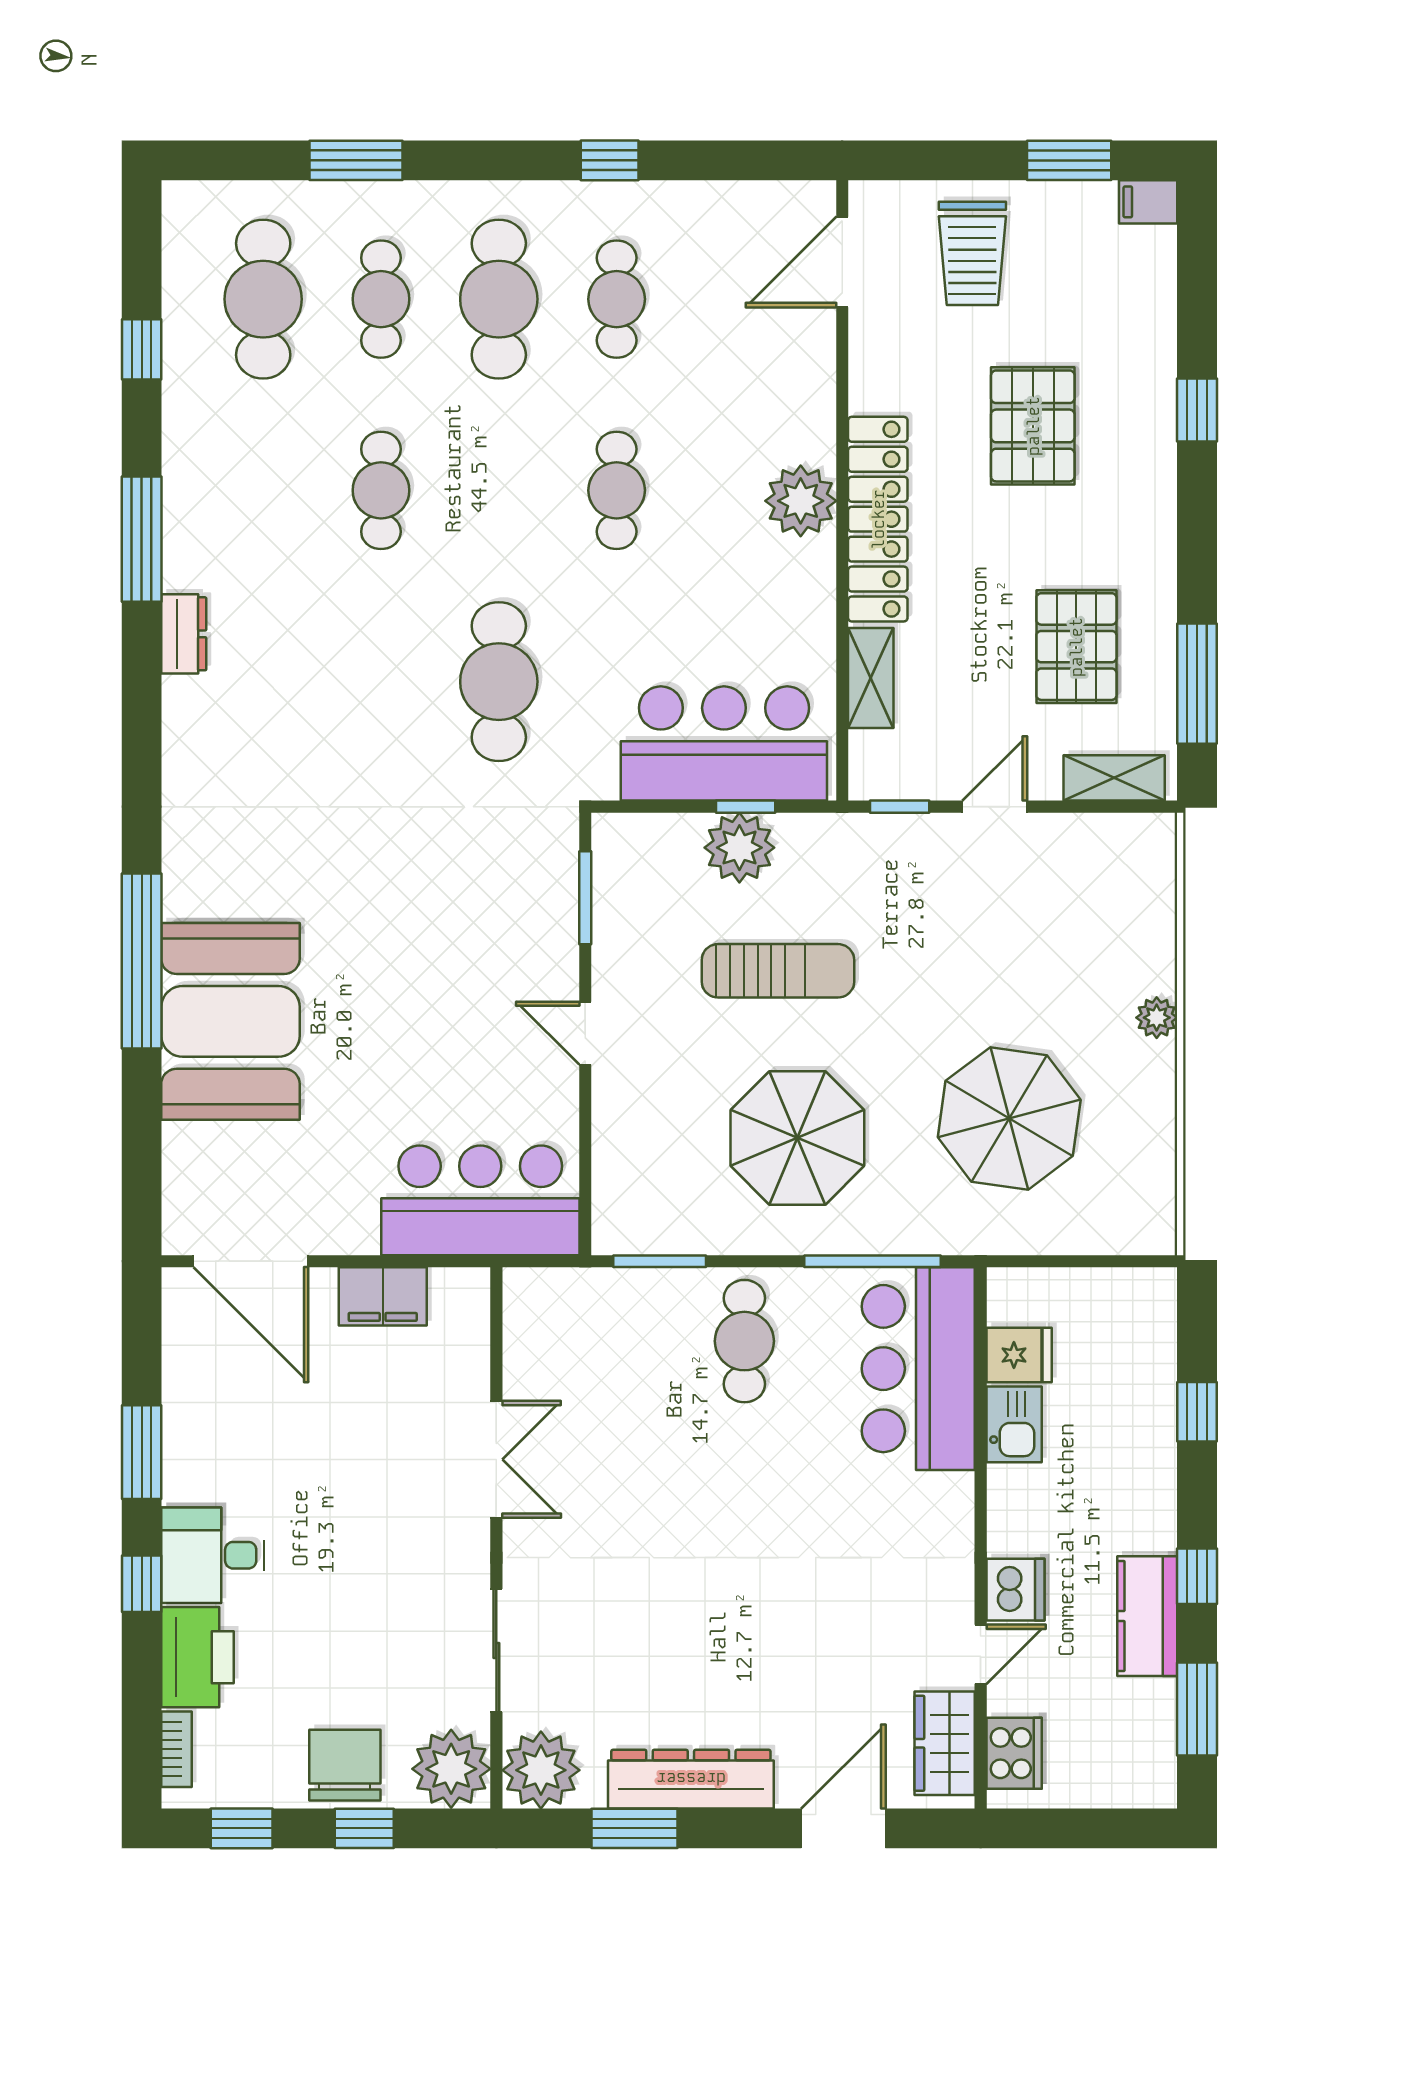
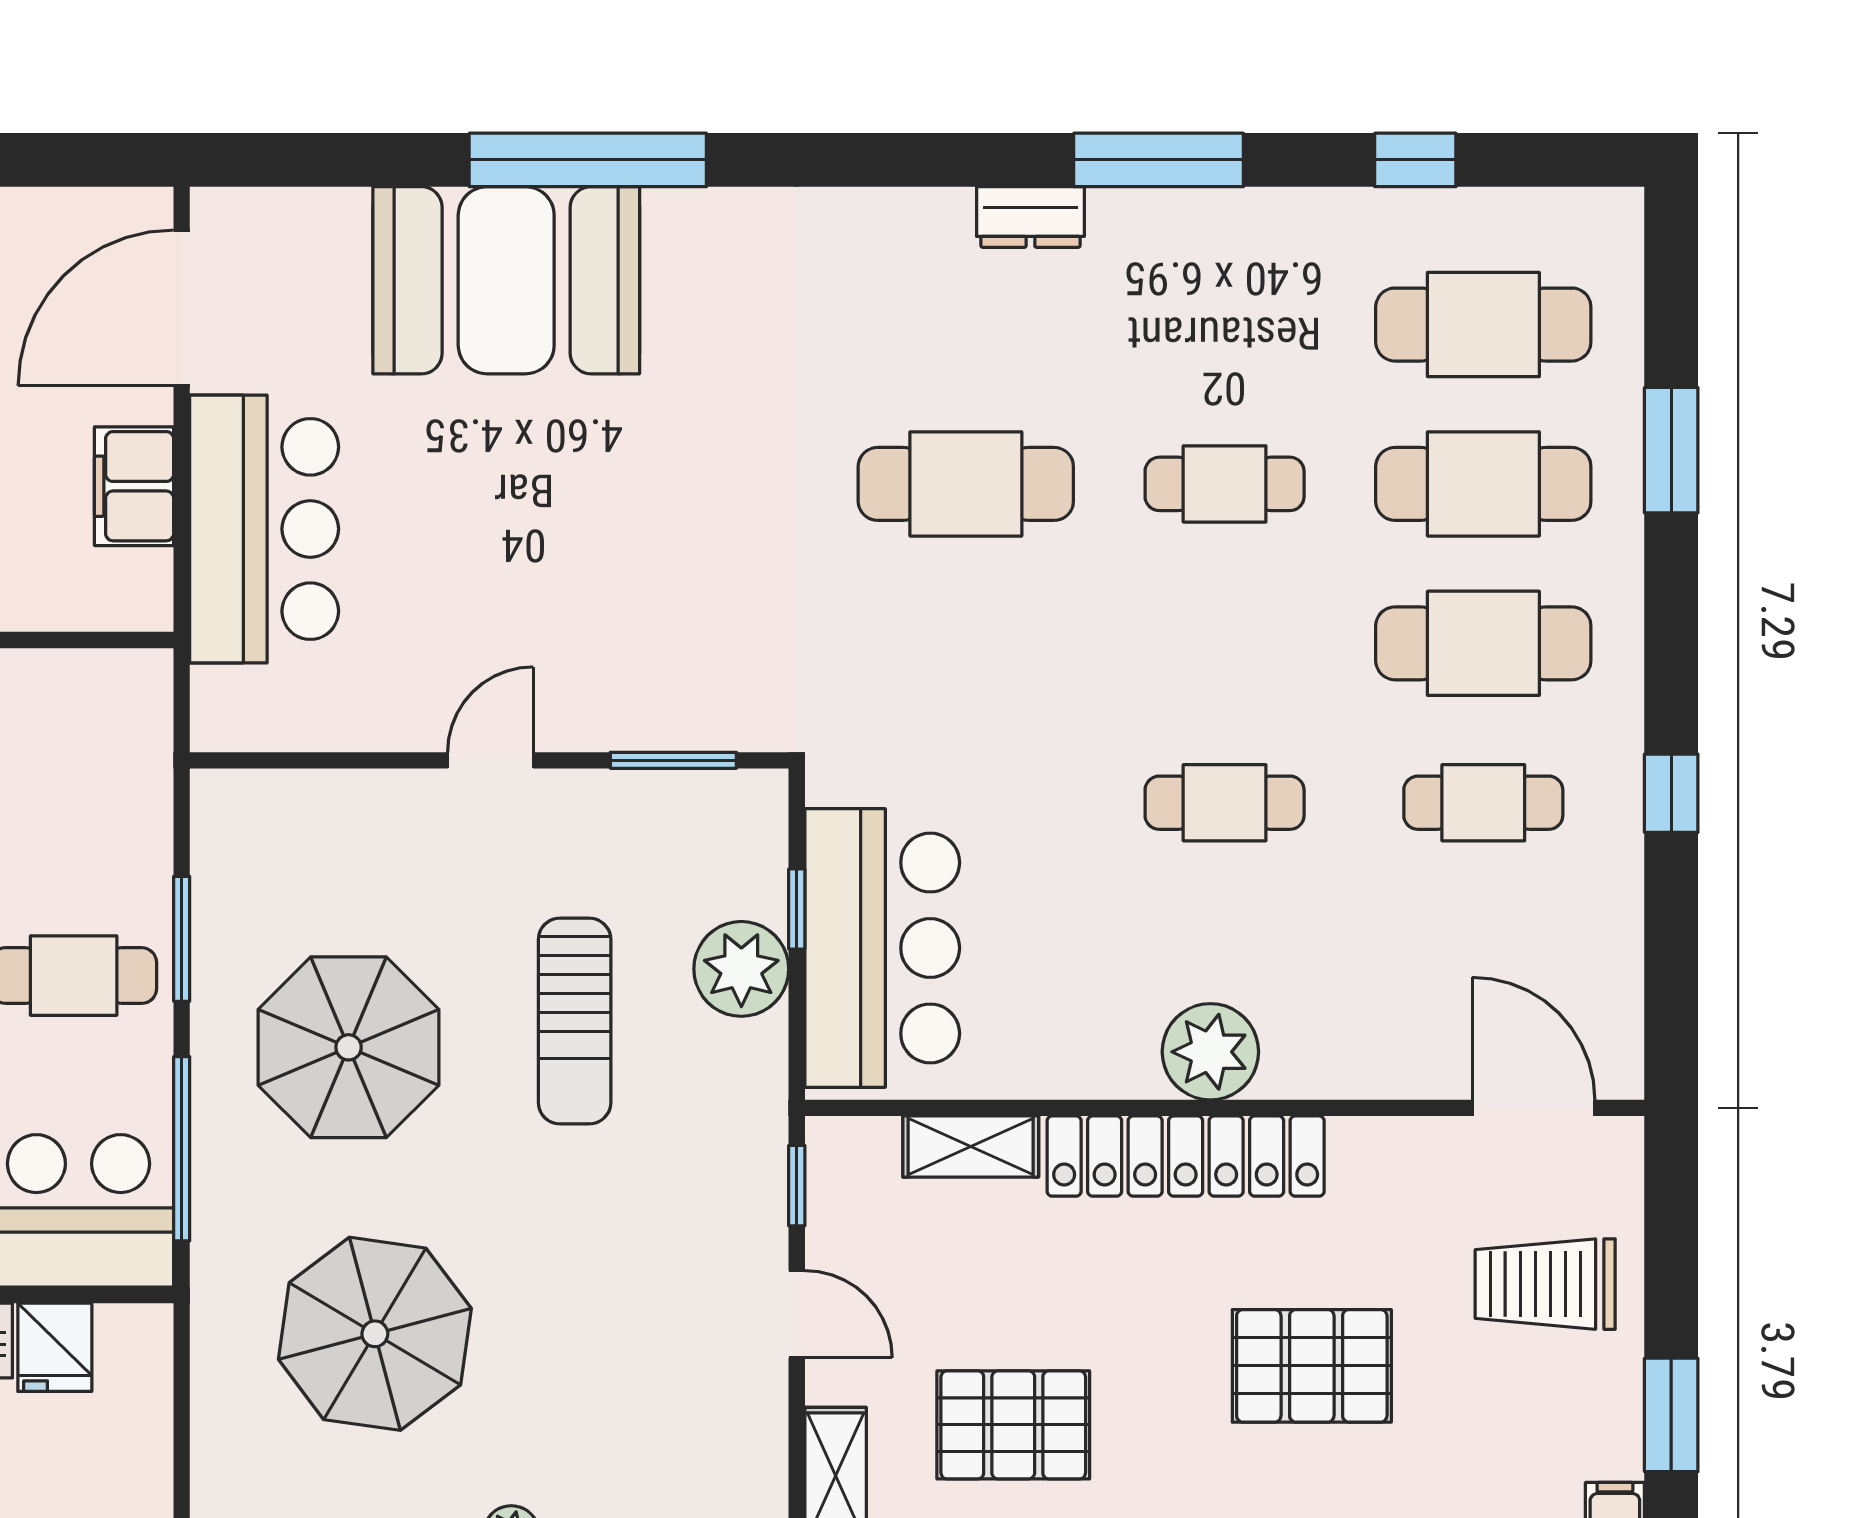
cafe table: (381, 299) -> (1483, 484), width x1.37, depth x1.35
cafe table: (499, 682) -> (966, 484), moved
window: (746, 807) -> (797, 909), moved
bar counter: (480, 1200) -> (264, 529), moved
window: (660, 1261) -> (182, 939), moved

